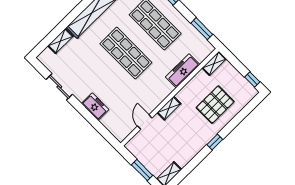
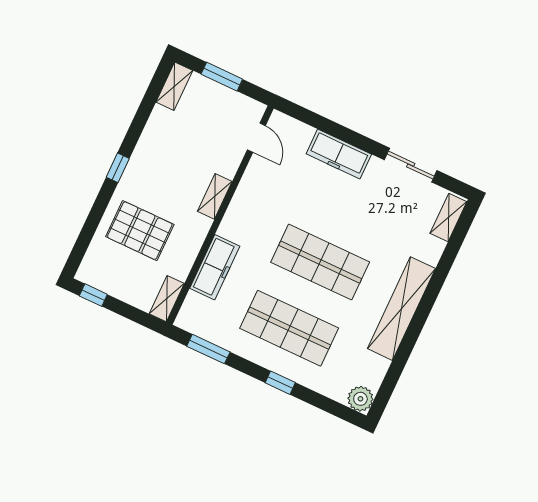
shelving: (60, 41) -> (448, 217), moved
pallet: (215, 105) -> (140, 231), turned 90
freezer: (95, 107) -> (339, 154), width x1.40
door: (145, 122) -> (256, 138), moved

